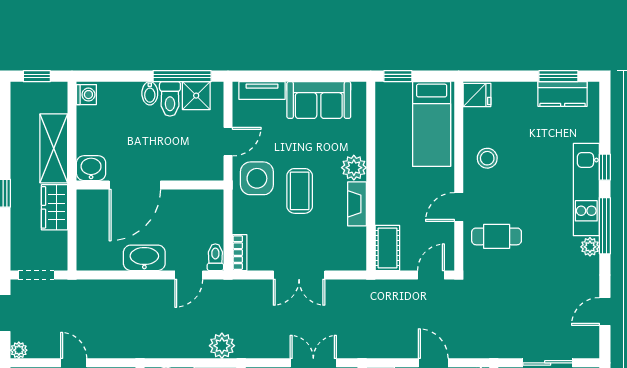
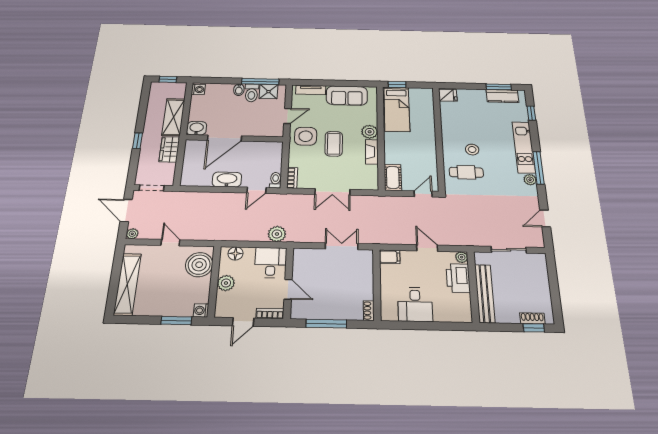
bed: (432, 124) -> (397, 109), moved
stool: (487, 158) -> (472, 150), moved
window: (605, 167) -> (531, 113), moved
door: (459, 207) -> (440, 155), removed

